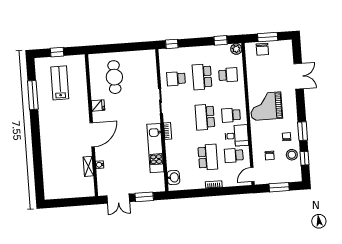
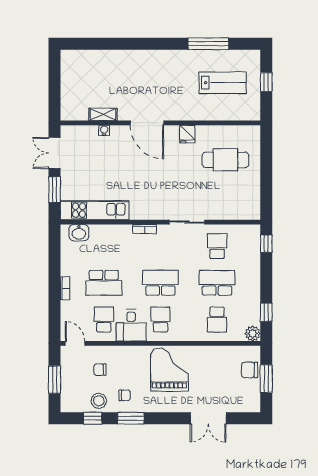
kitchen unit: (155, 148) -> (95, 210), moved

